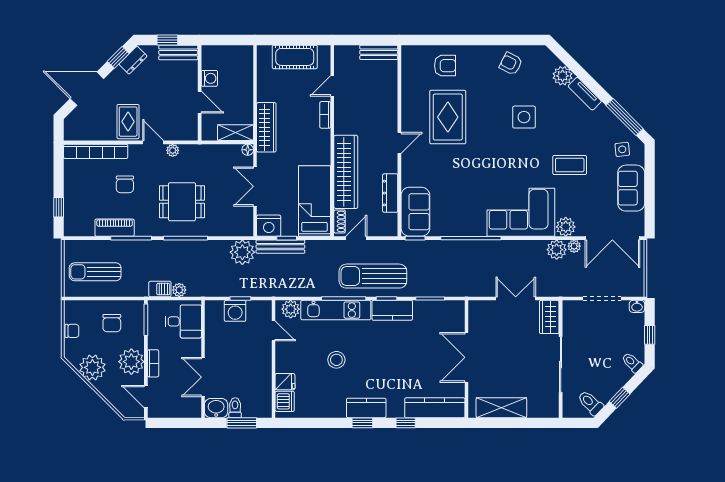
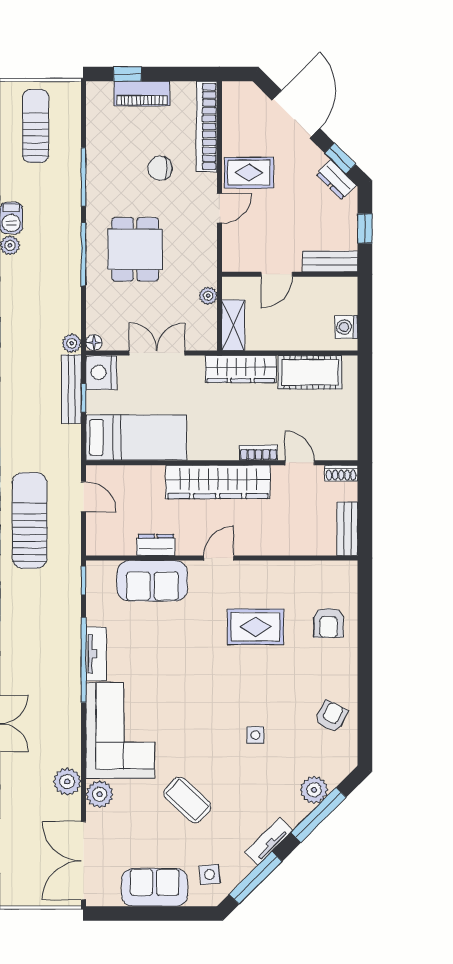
bench: (178, 52) -> (330, 261), moved, turned 90
cot: (295, 57) -> (310, 372), moved, turned 90
window: (580, 73) -> (318, 815), added
washing machine: (209, 78) -> (346, 327), moved, turned 90
tv unit: (585, 94) -> (269, 841), moved
rug: (448, 117) -> (256, 627), width x0.73, depth x0.70
side table: (524, 117) -> (255, 735), width x0.54, depth x0.54
door: (399, 143) -> (219, 558), swing flipped
plant: (173, 150) -> (208, 296), moved
floor lamp: (248, 150) -> (94, 343), moved
coffee table: (570, 165) -> (187, 800), turned -47
wardrobe: (346, 172) -> (218, 482), moved
dresser: (390, 193) -> (156, 545), width x0.70
sofa: (415, 212) -> (152, 581), moved
shoe rack: (340, 221) -> (341, 473), moved
piano: (115, 228) -> (142, 94), moved, turned 90
tv unit: (467, 229) -> (96, 654), added
plant: (574, 246) -> (72, 806), removed
plant: (242, 252) -> (72, 343), width x0.53, depth x0.53

